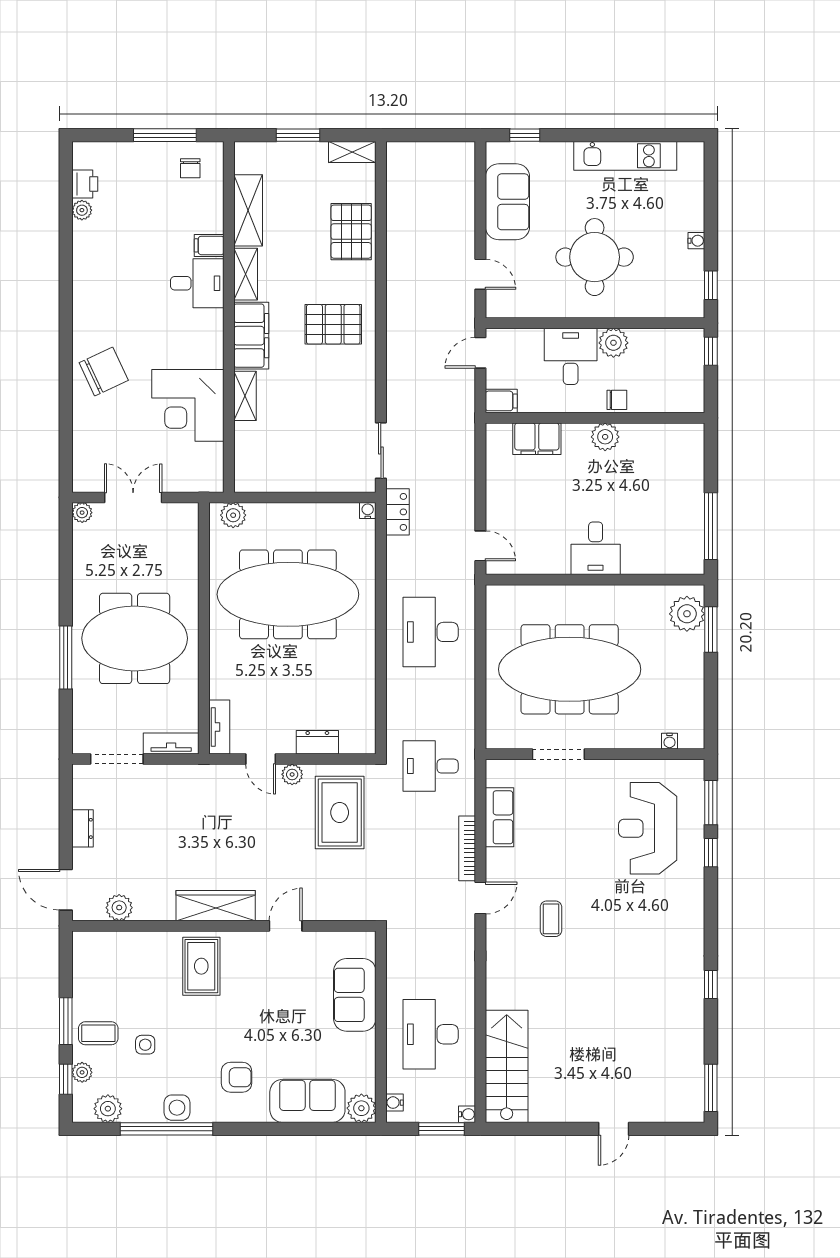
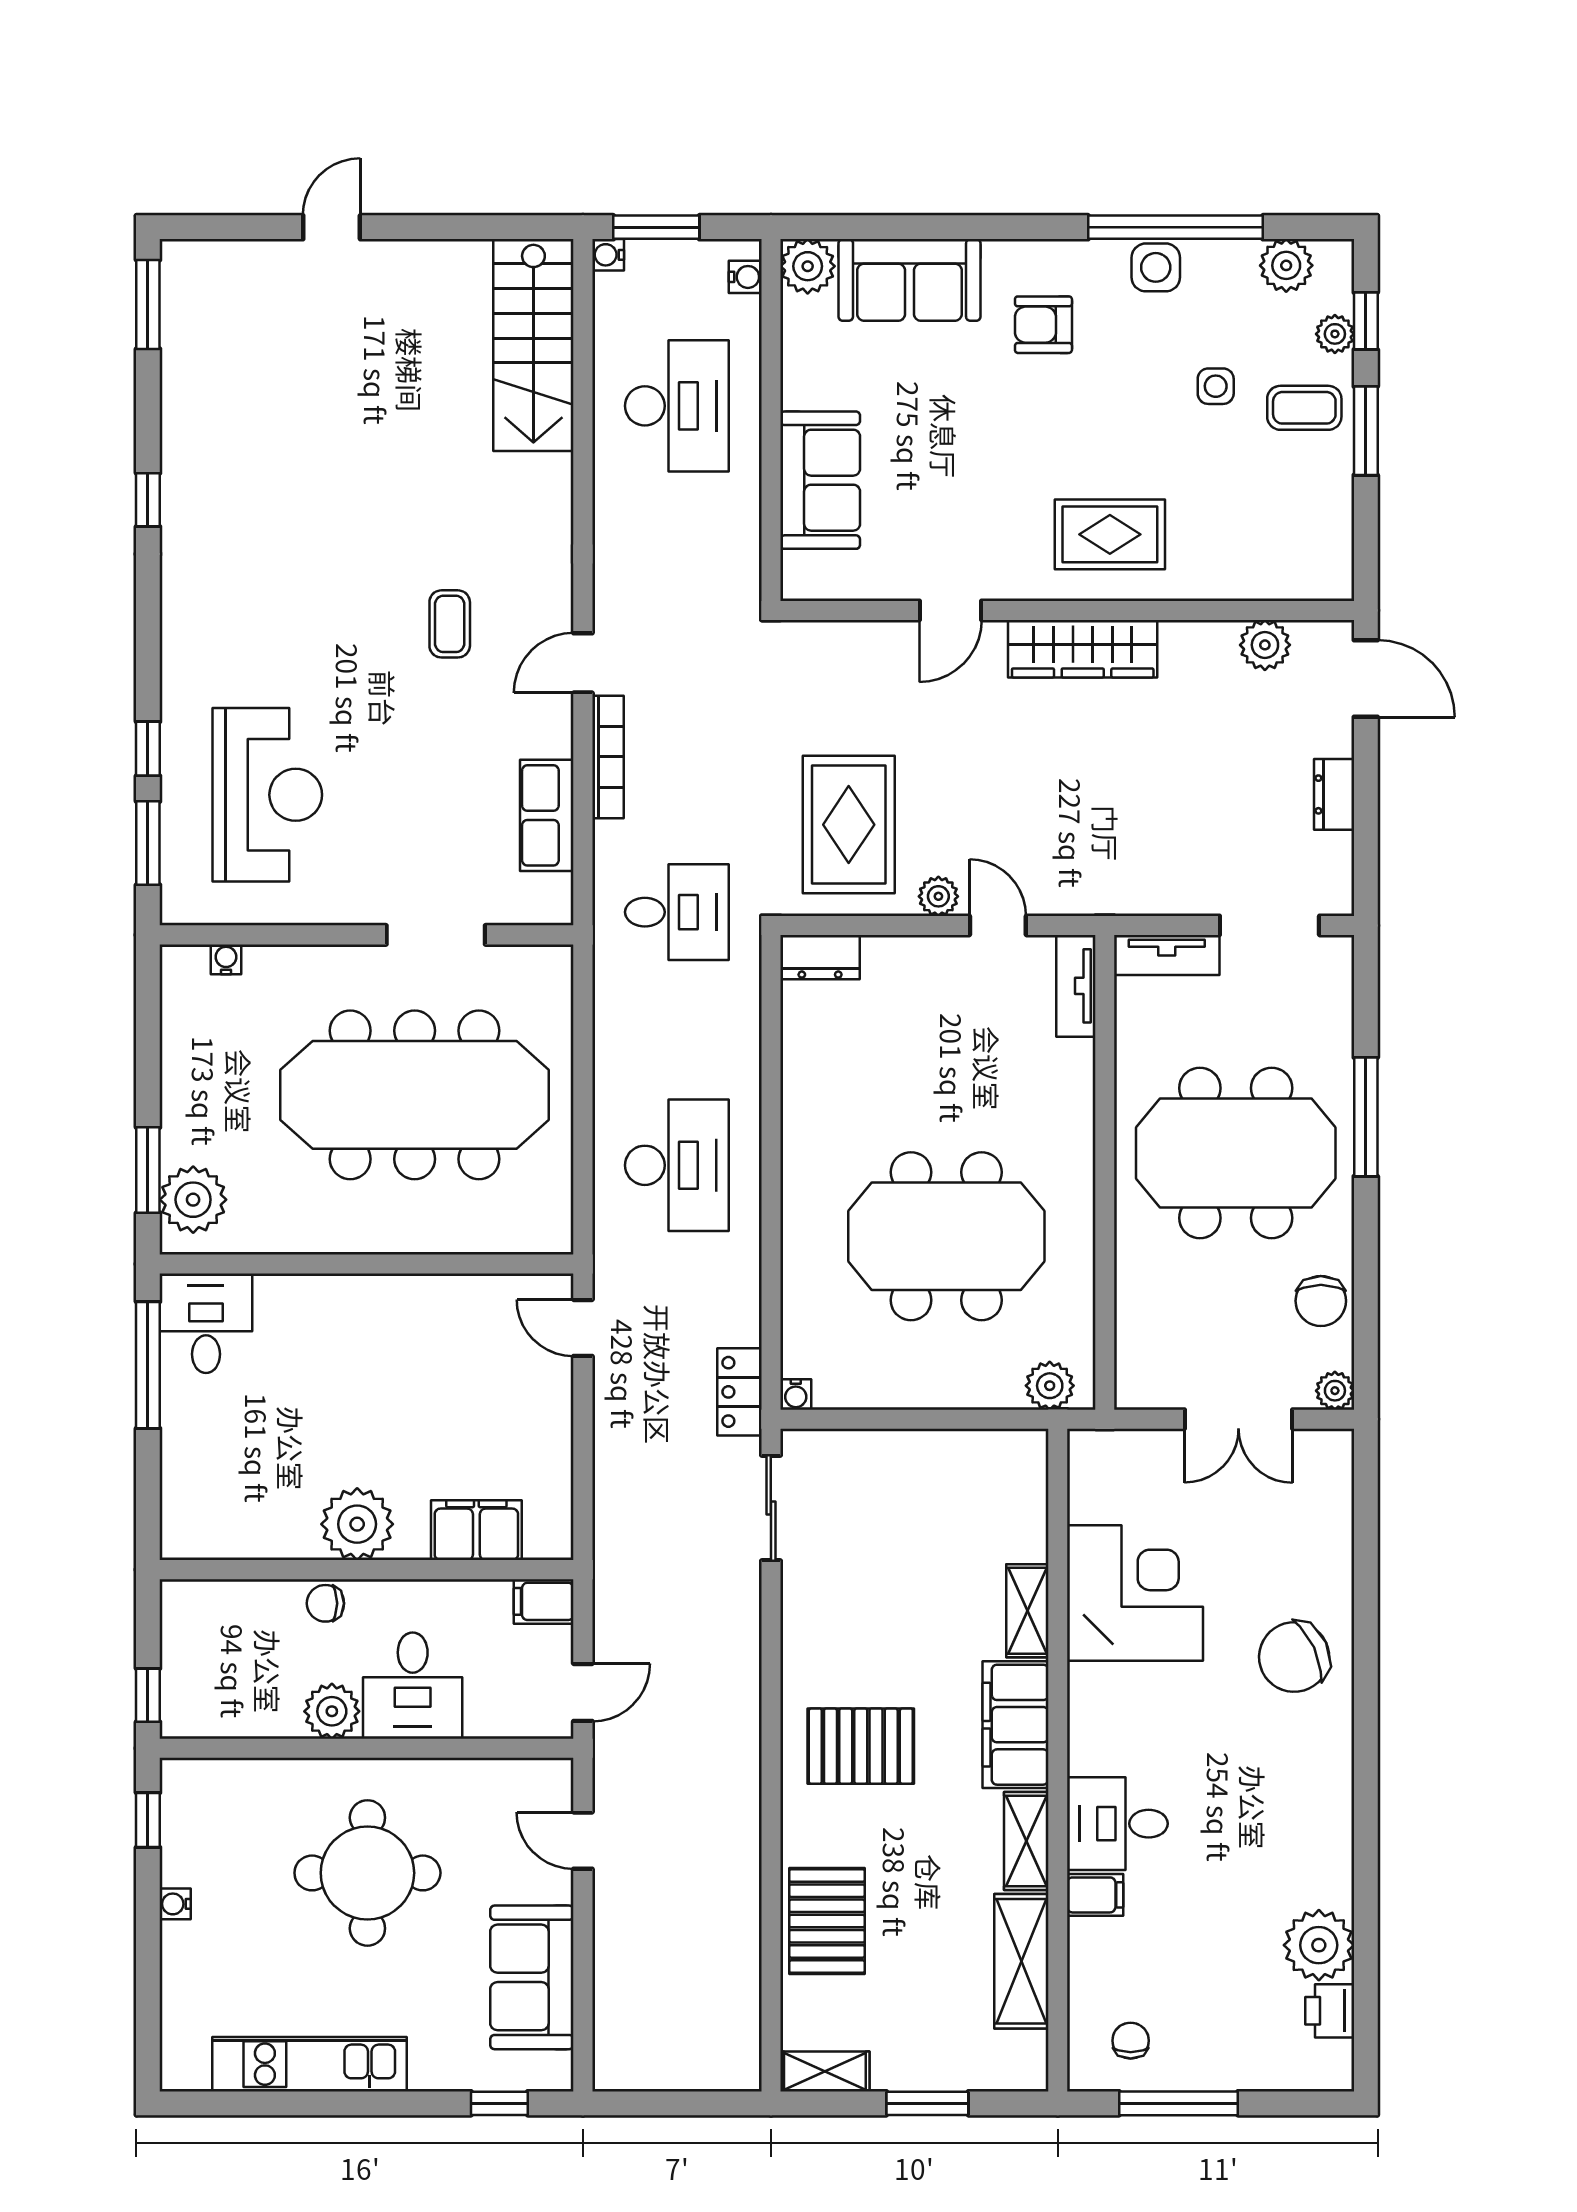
plant: (82, 210) -> (1319, 1945), width x1.88, depth x1.88
plant: (605, 437) -> (357, 1524), width x1.36, depth x1.36
desk: (596, 548) -> (206, 1323), moved
chair: (90, 560) -> (1321, 1301), added
meeting table: (288, 594) -> (946, 1236), width x0.73
dresser: (317, 742) -> (820, 957), moved
rug: (201, 966) -> (1110, 534), turned 90

